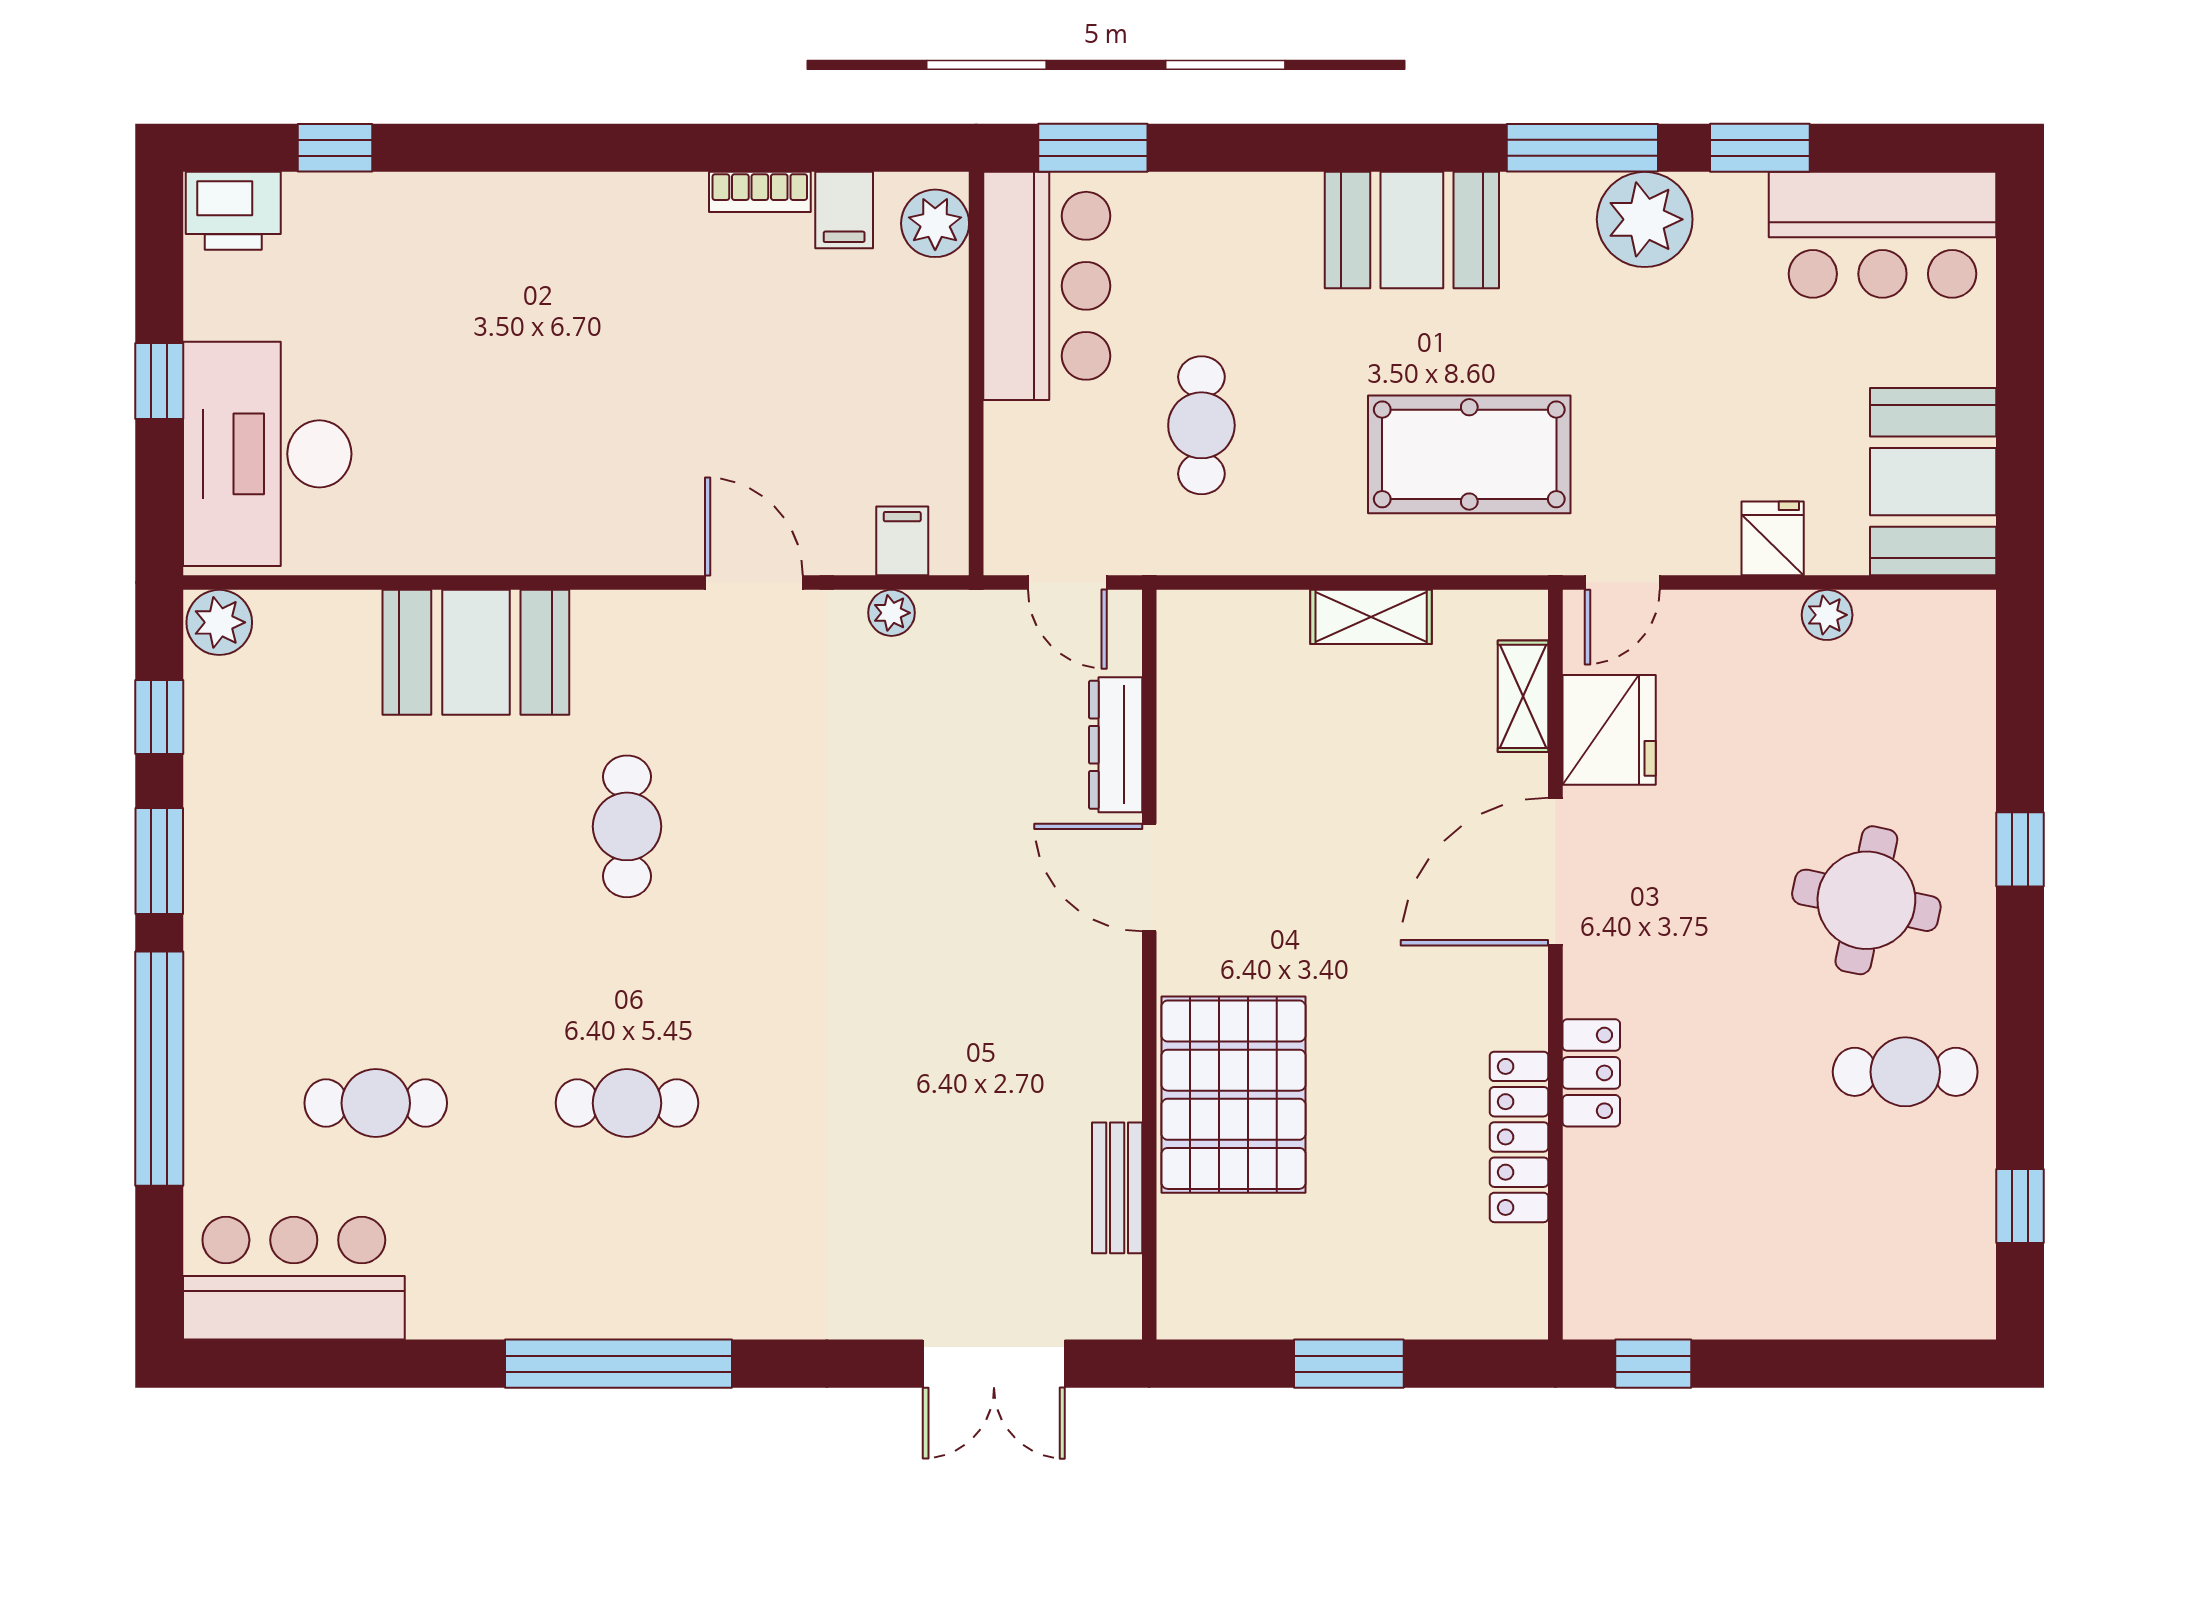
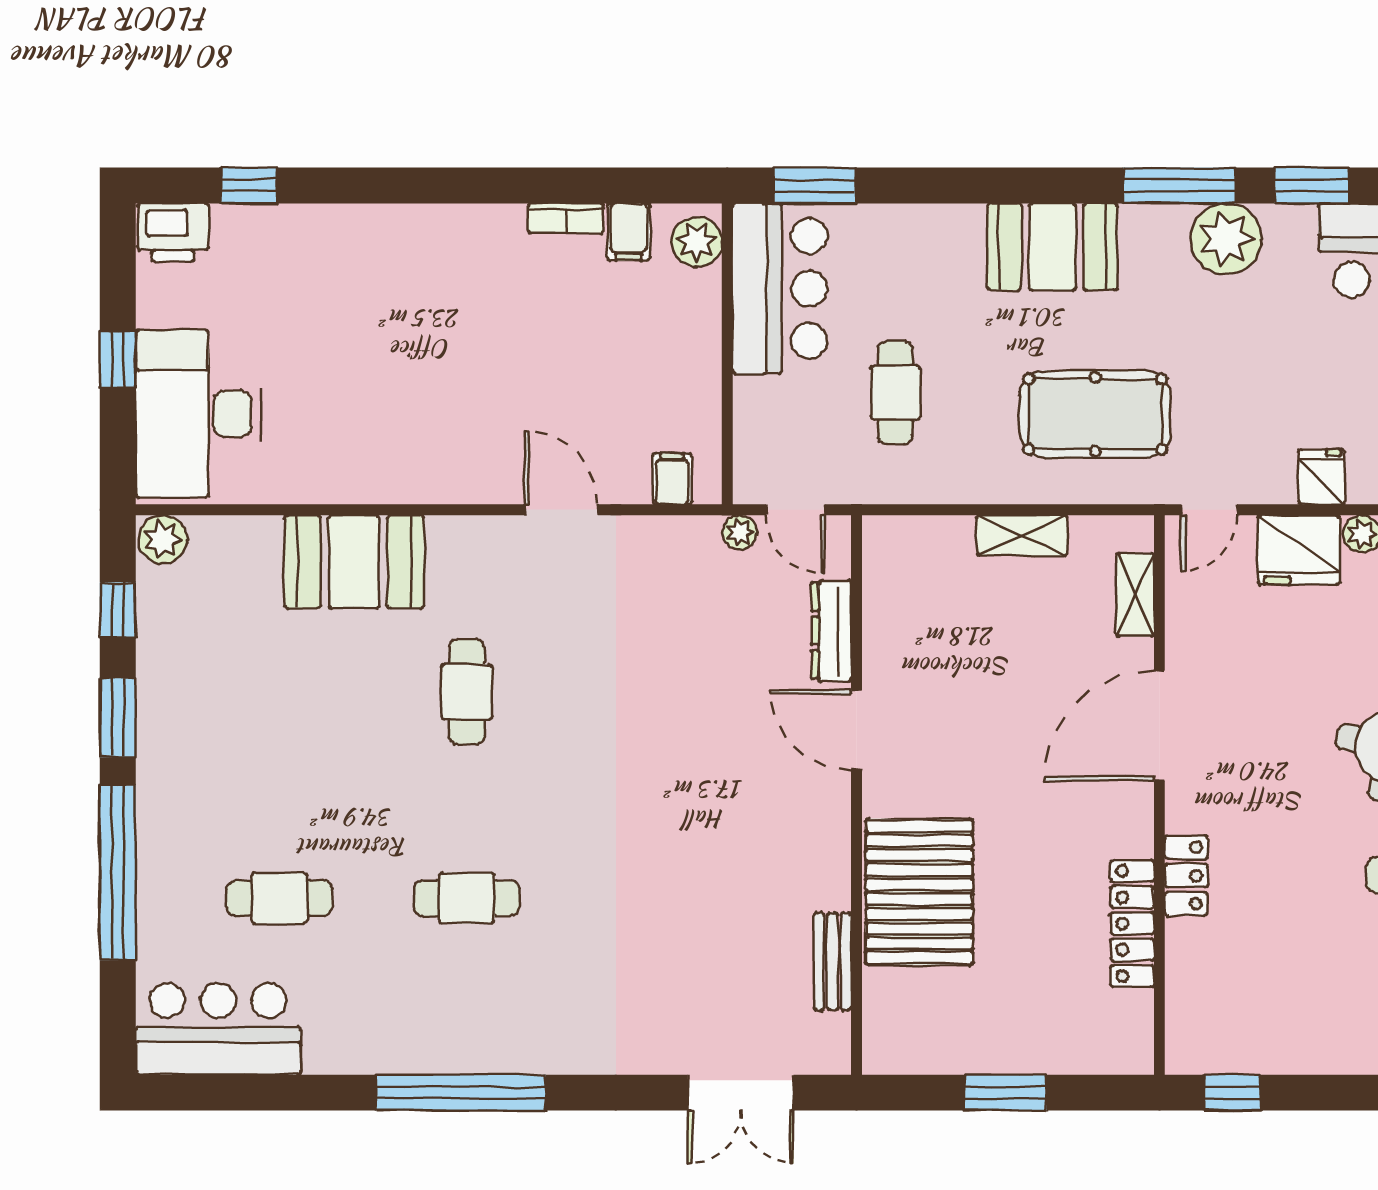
plant: (891, 613) -> (740, 532), moved
fridge: (1609, 730) -> (1299, 550), moved, turned 90

